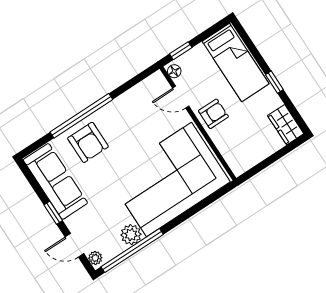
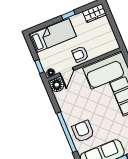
floor lamp: (156, 85) -> (57, 85), added
armchair: (213, 114) -> (80, 54), turned -90
armchair: (88, 142) -> (83, 131), turned -90

